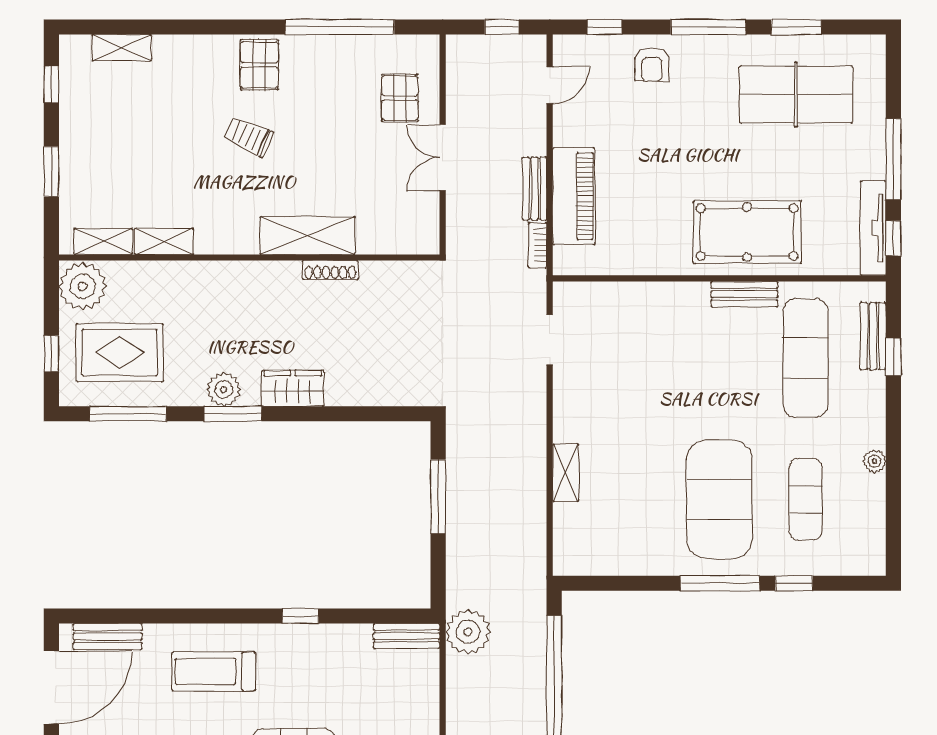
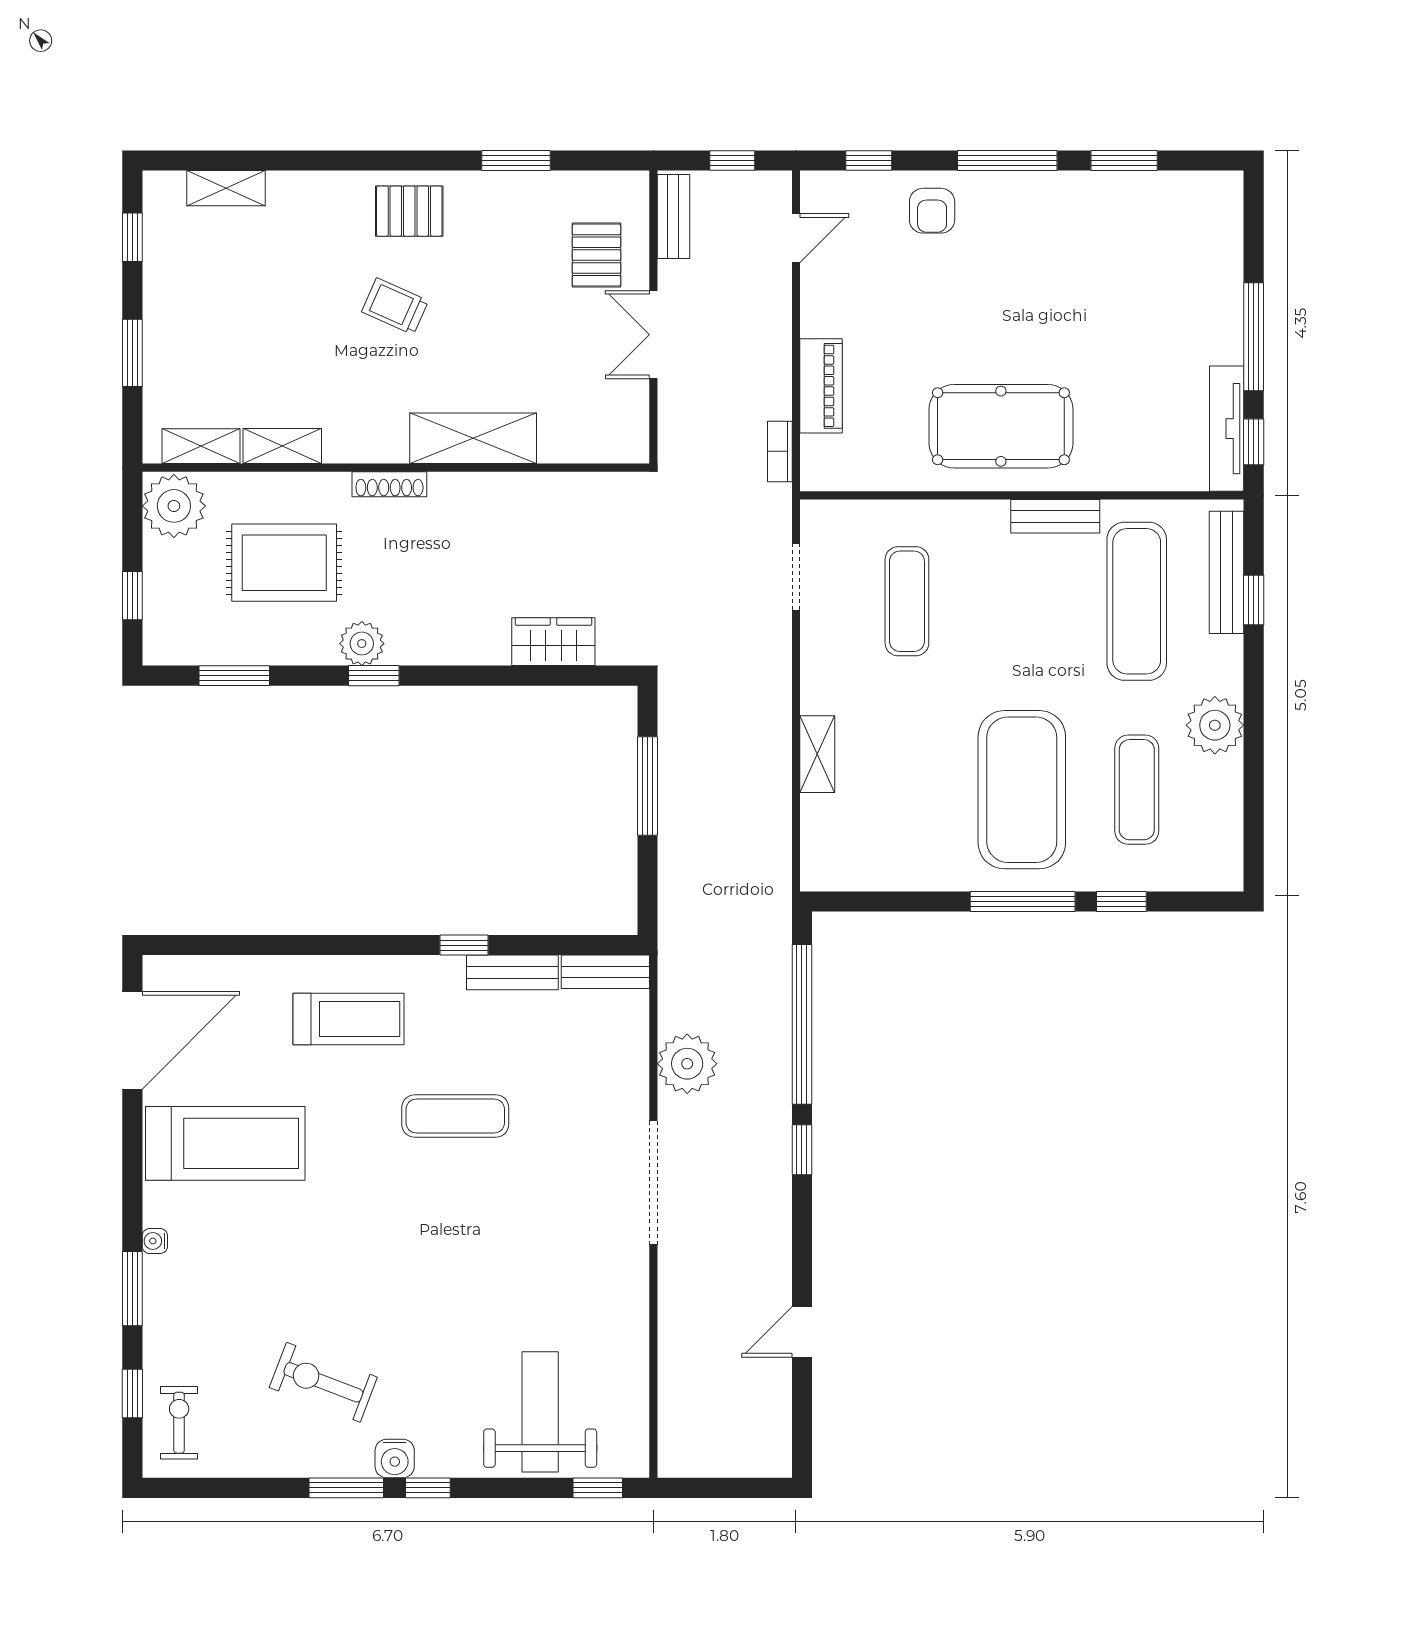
window: (340, 27) -> (516, 161), width x0.47
pallet: (259, 65) -> (409, 211), turned 90
table tennis table: (796, 94) -> (1124, 250), removed
bench: (535, 188) -> (673, 216), moved
piano: (574, 196) -> (821, 386), width x0.73, depth x0.75
pool table: (747, 232) -> (1001, 426), moved
shoe rack: (330, 270) -> (389, 484), moved
bench: (873, 336) -> (1227, 572), width x1.36
rug: (120, 353) -> (284, 563), moved
exercise mat: (633, 358) -> (907, 601), added
wardrobe: (293, 388) -> (553, 642), moved
window: (128, 414) -> (234, 676), width x0.69
window: (233, 414) -> (374, 676), width x0.67
plant: (874, 461) -> (1215, 725), width x1.87, depth x1.87
plant: (468, 632) -> (687, 1064), moved
bench: (108, 637) -> (512, 972), moved
treadmill: (214, 671) -> (349, 1019), turned 180

